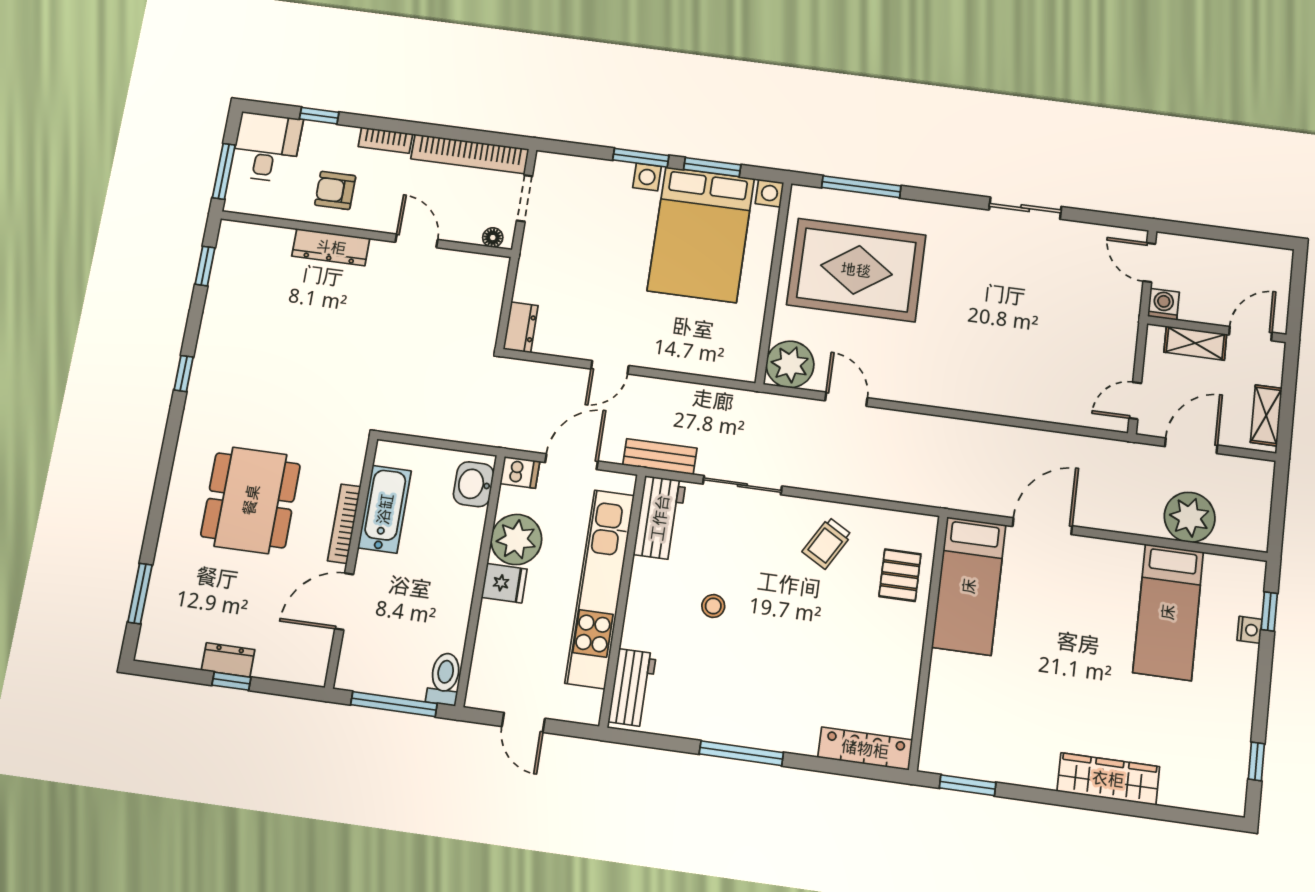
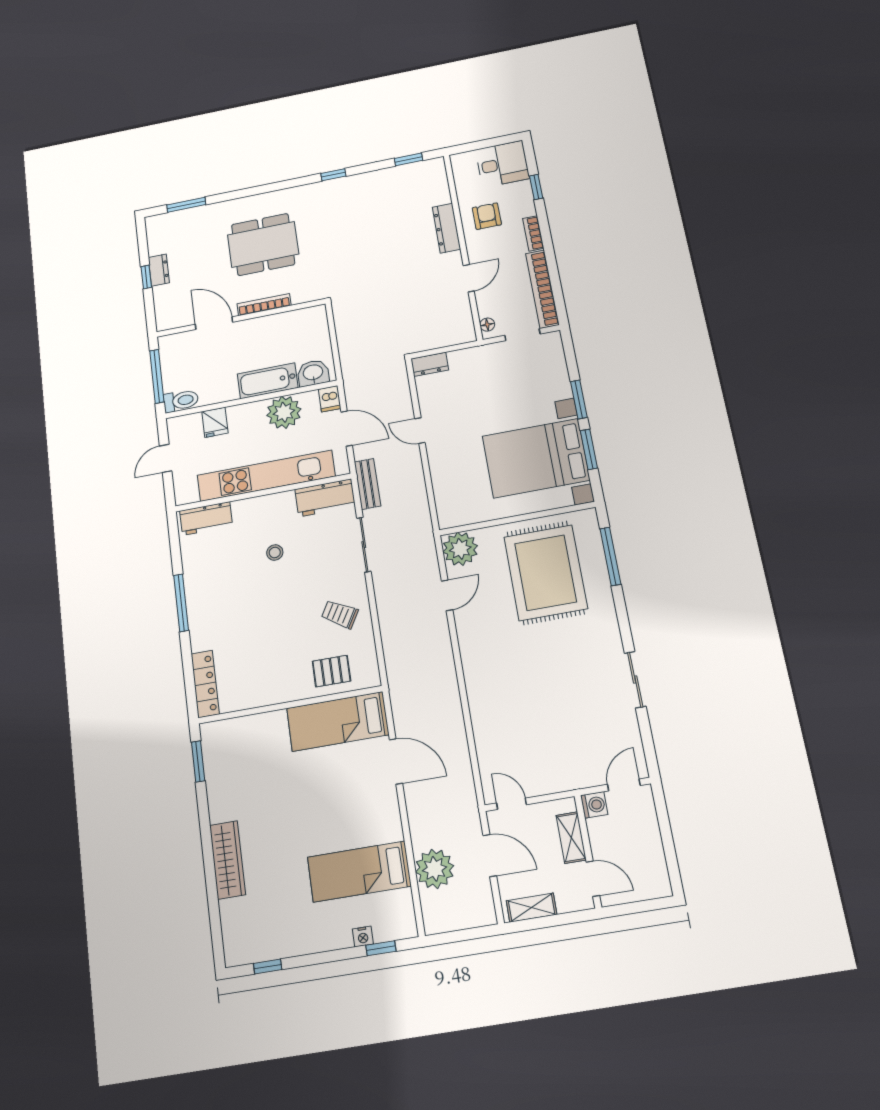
window: (224, 171) -> (477, 145), removed
bathtub: (385, 509) -> (268, 381), moved, turned 180
fridge: (504, 583) -> (215, 422), moved

